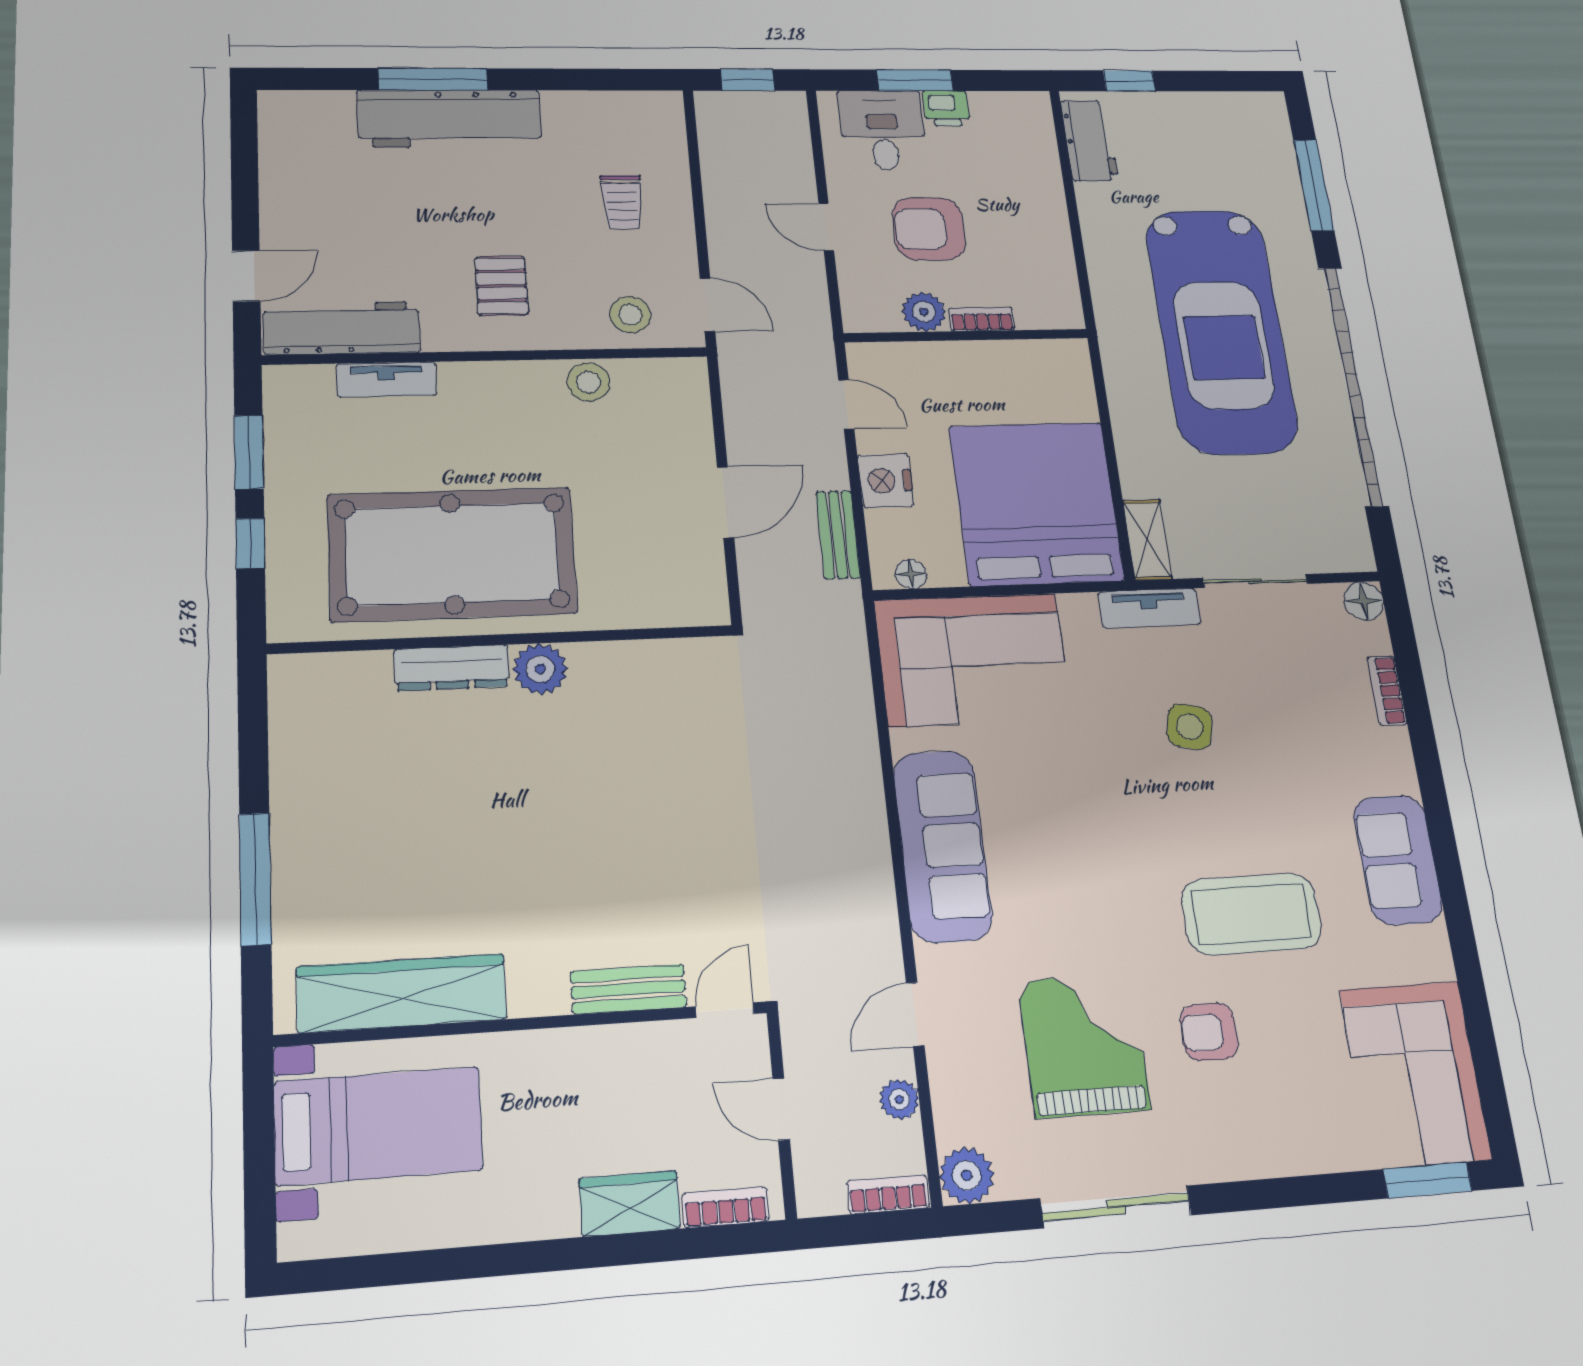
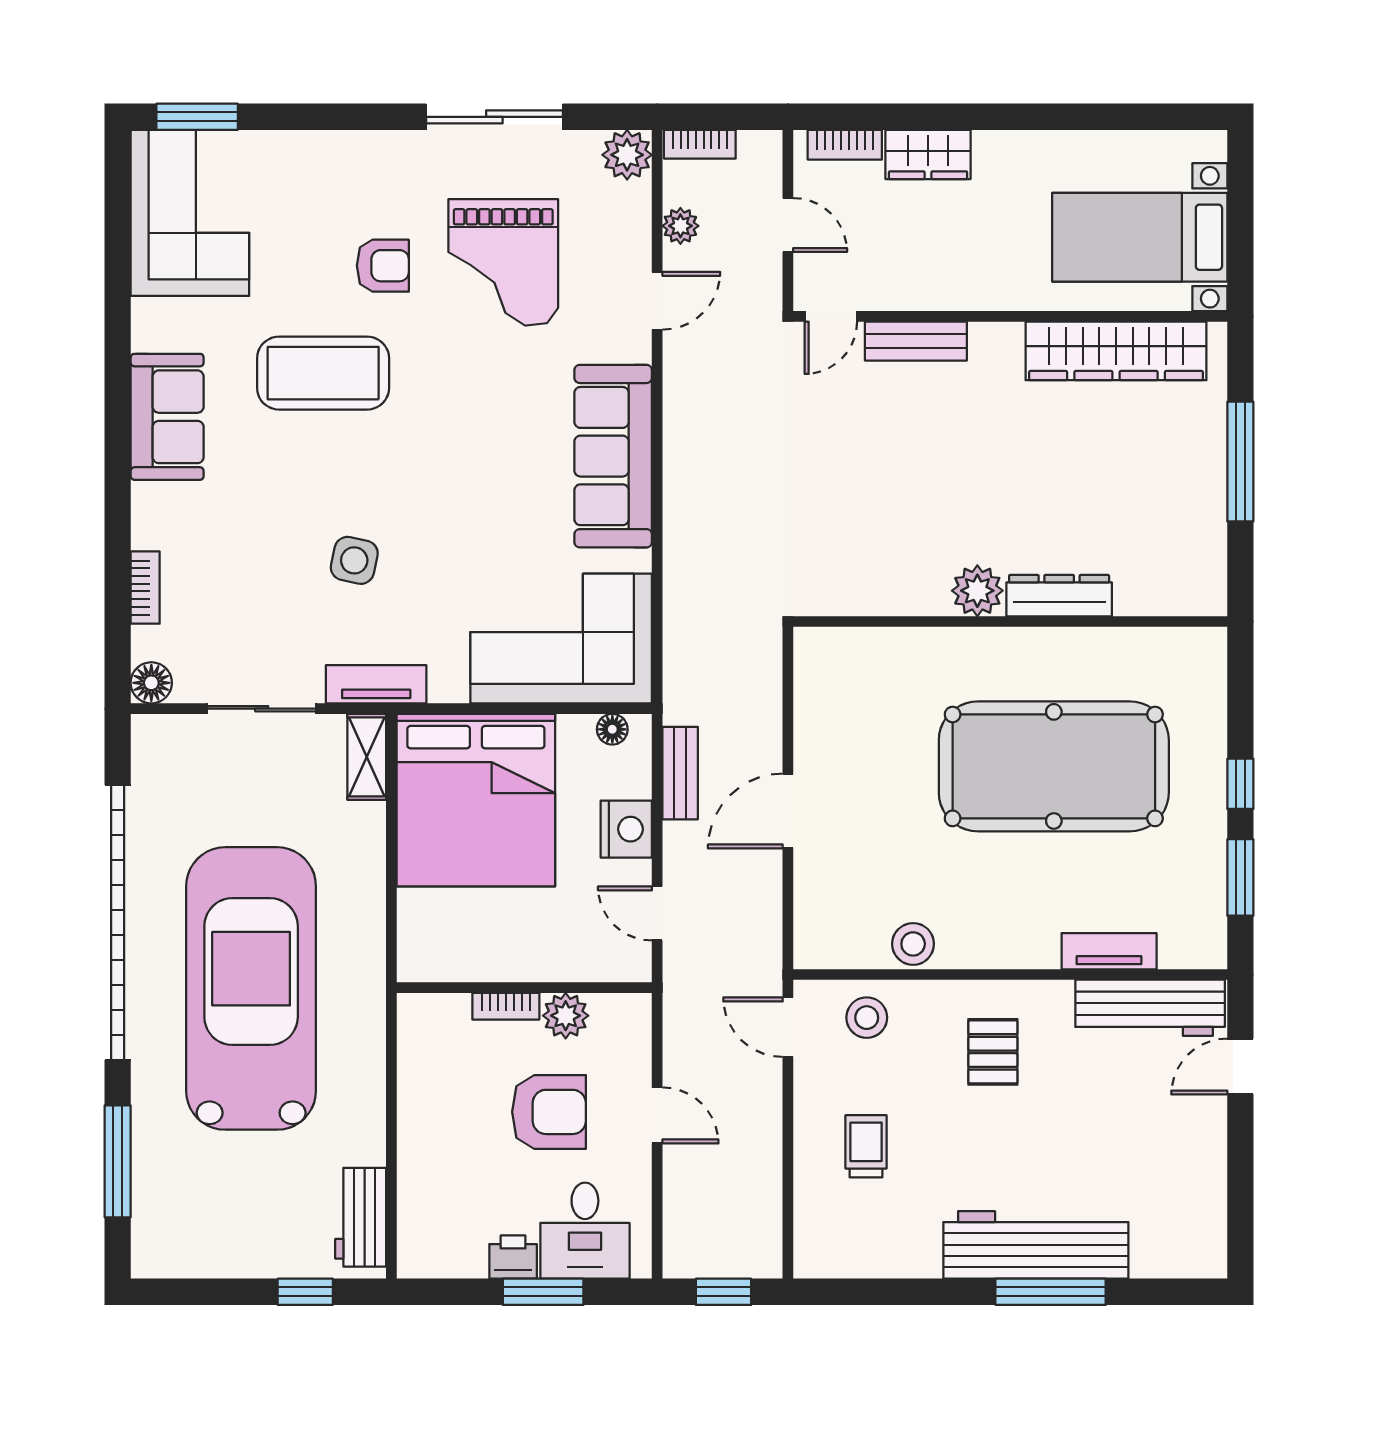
wall: (503, 640) -> (1010, 621), moved
dresser: (452, 668) -> (1059, 596), moved
plant: (540, 669) -> (977, 591), moved

